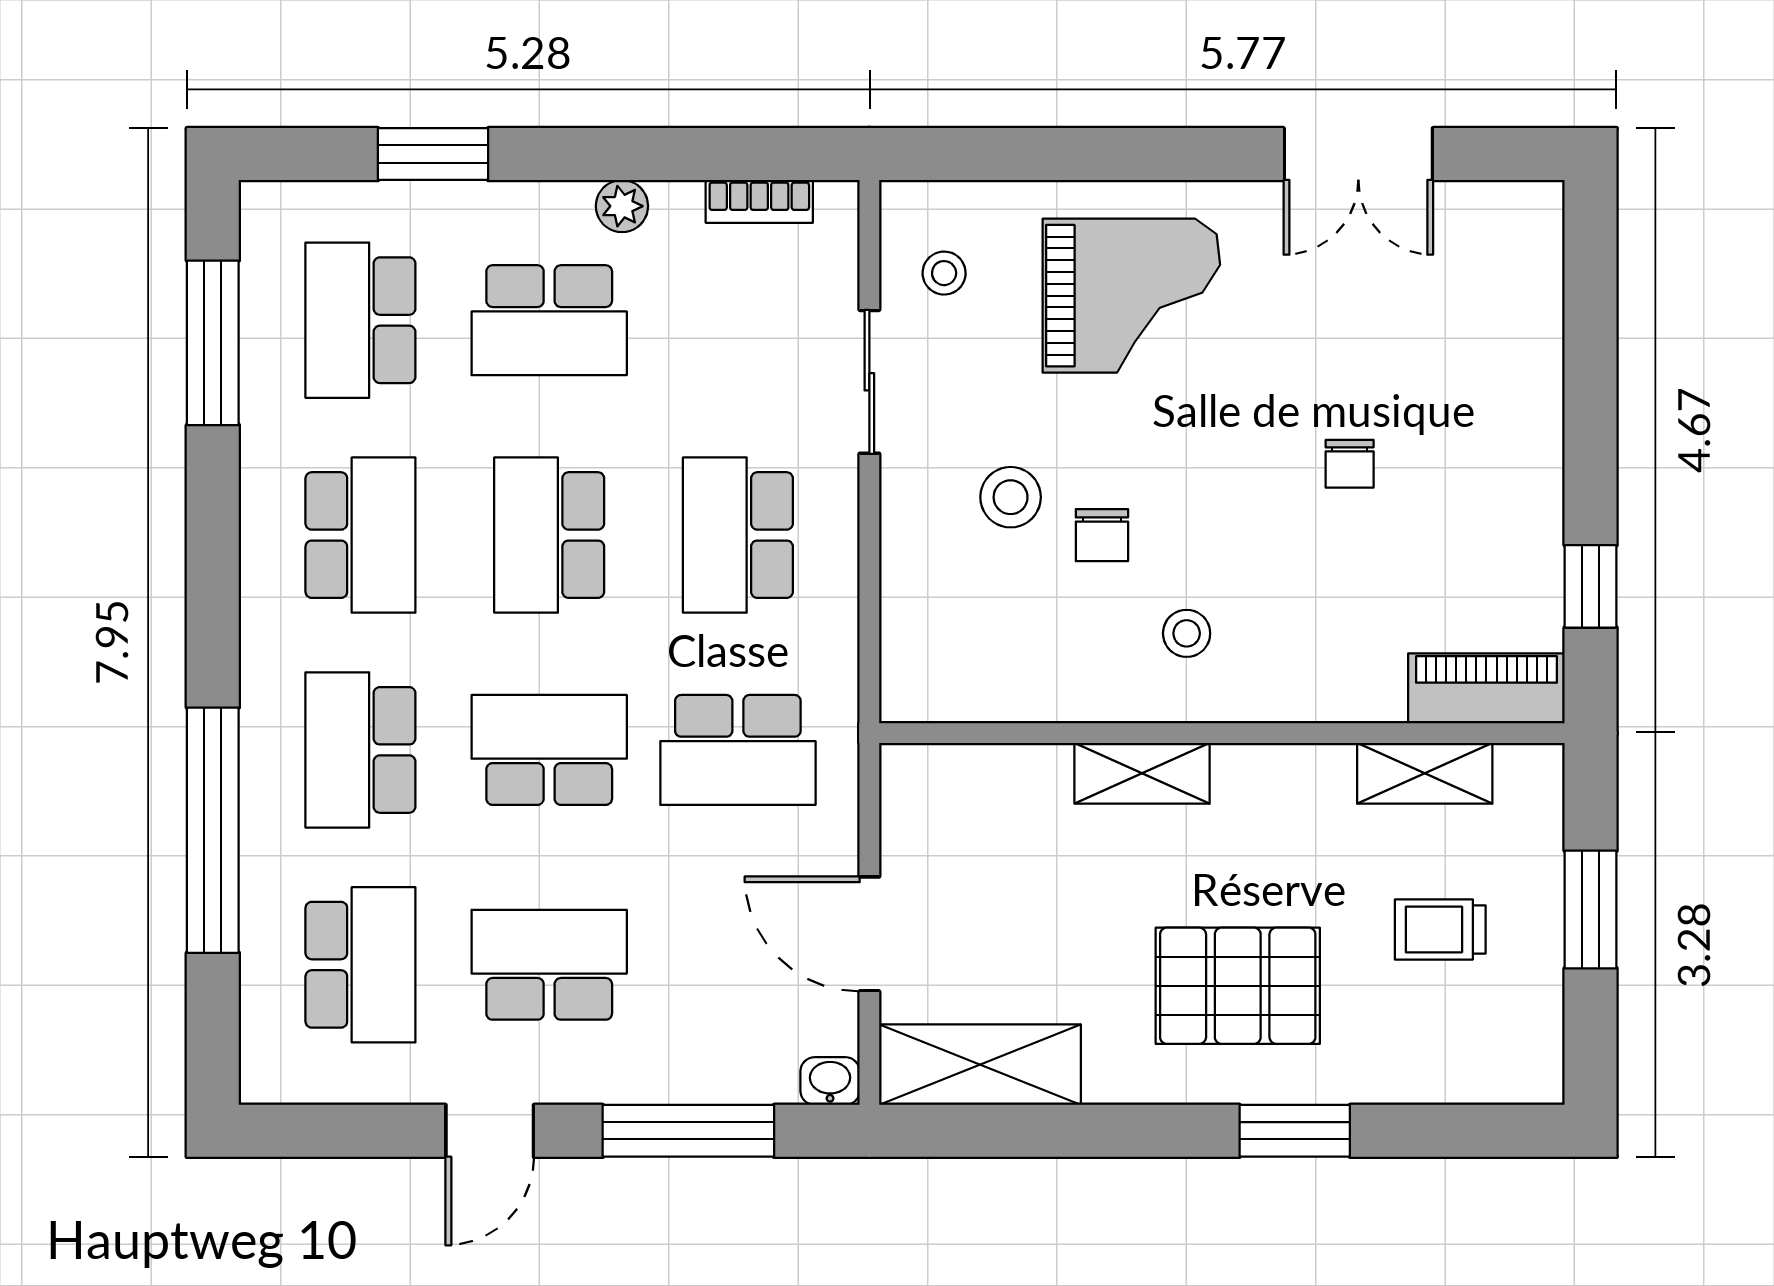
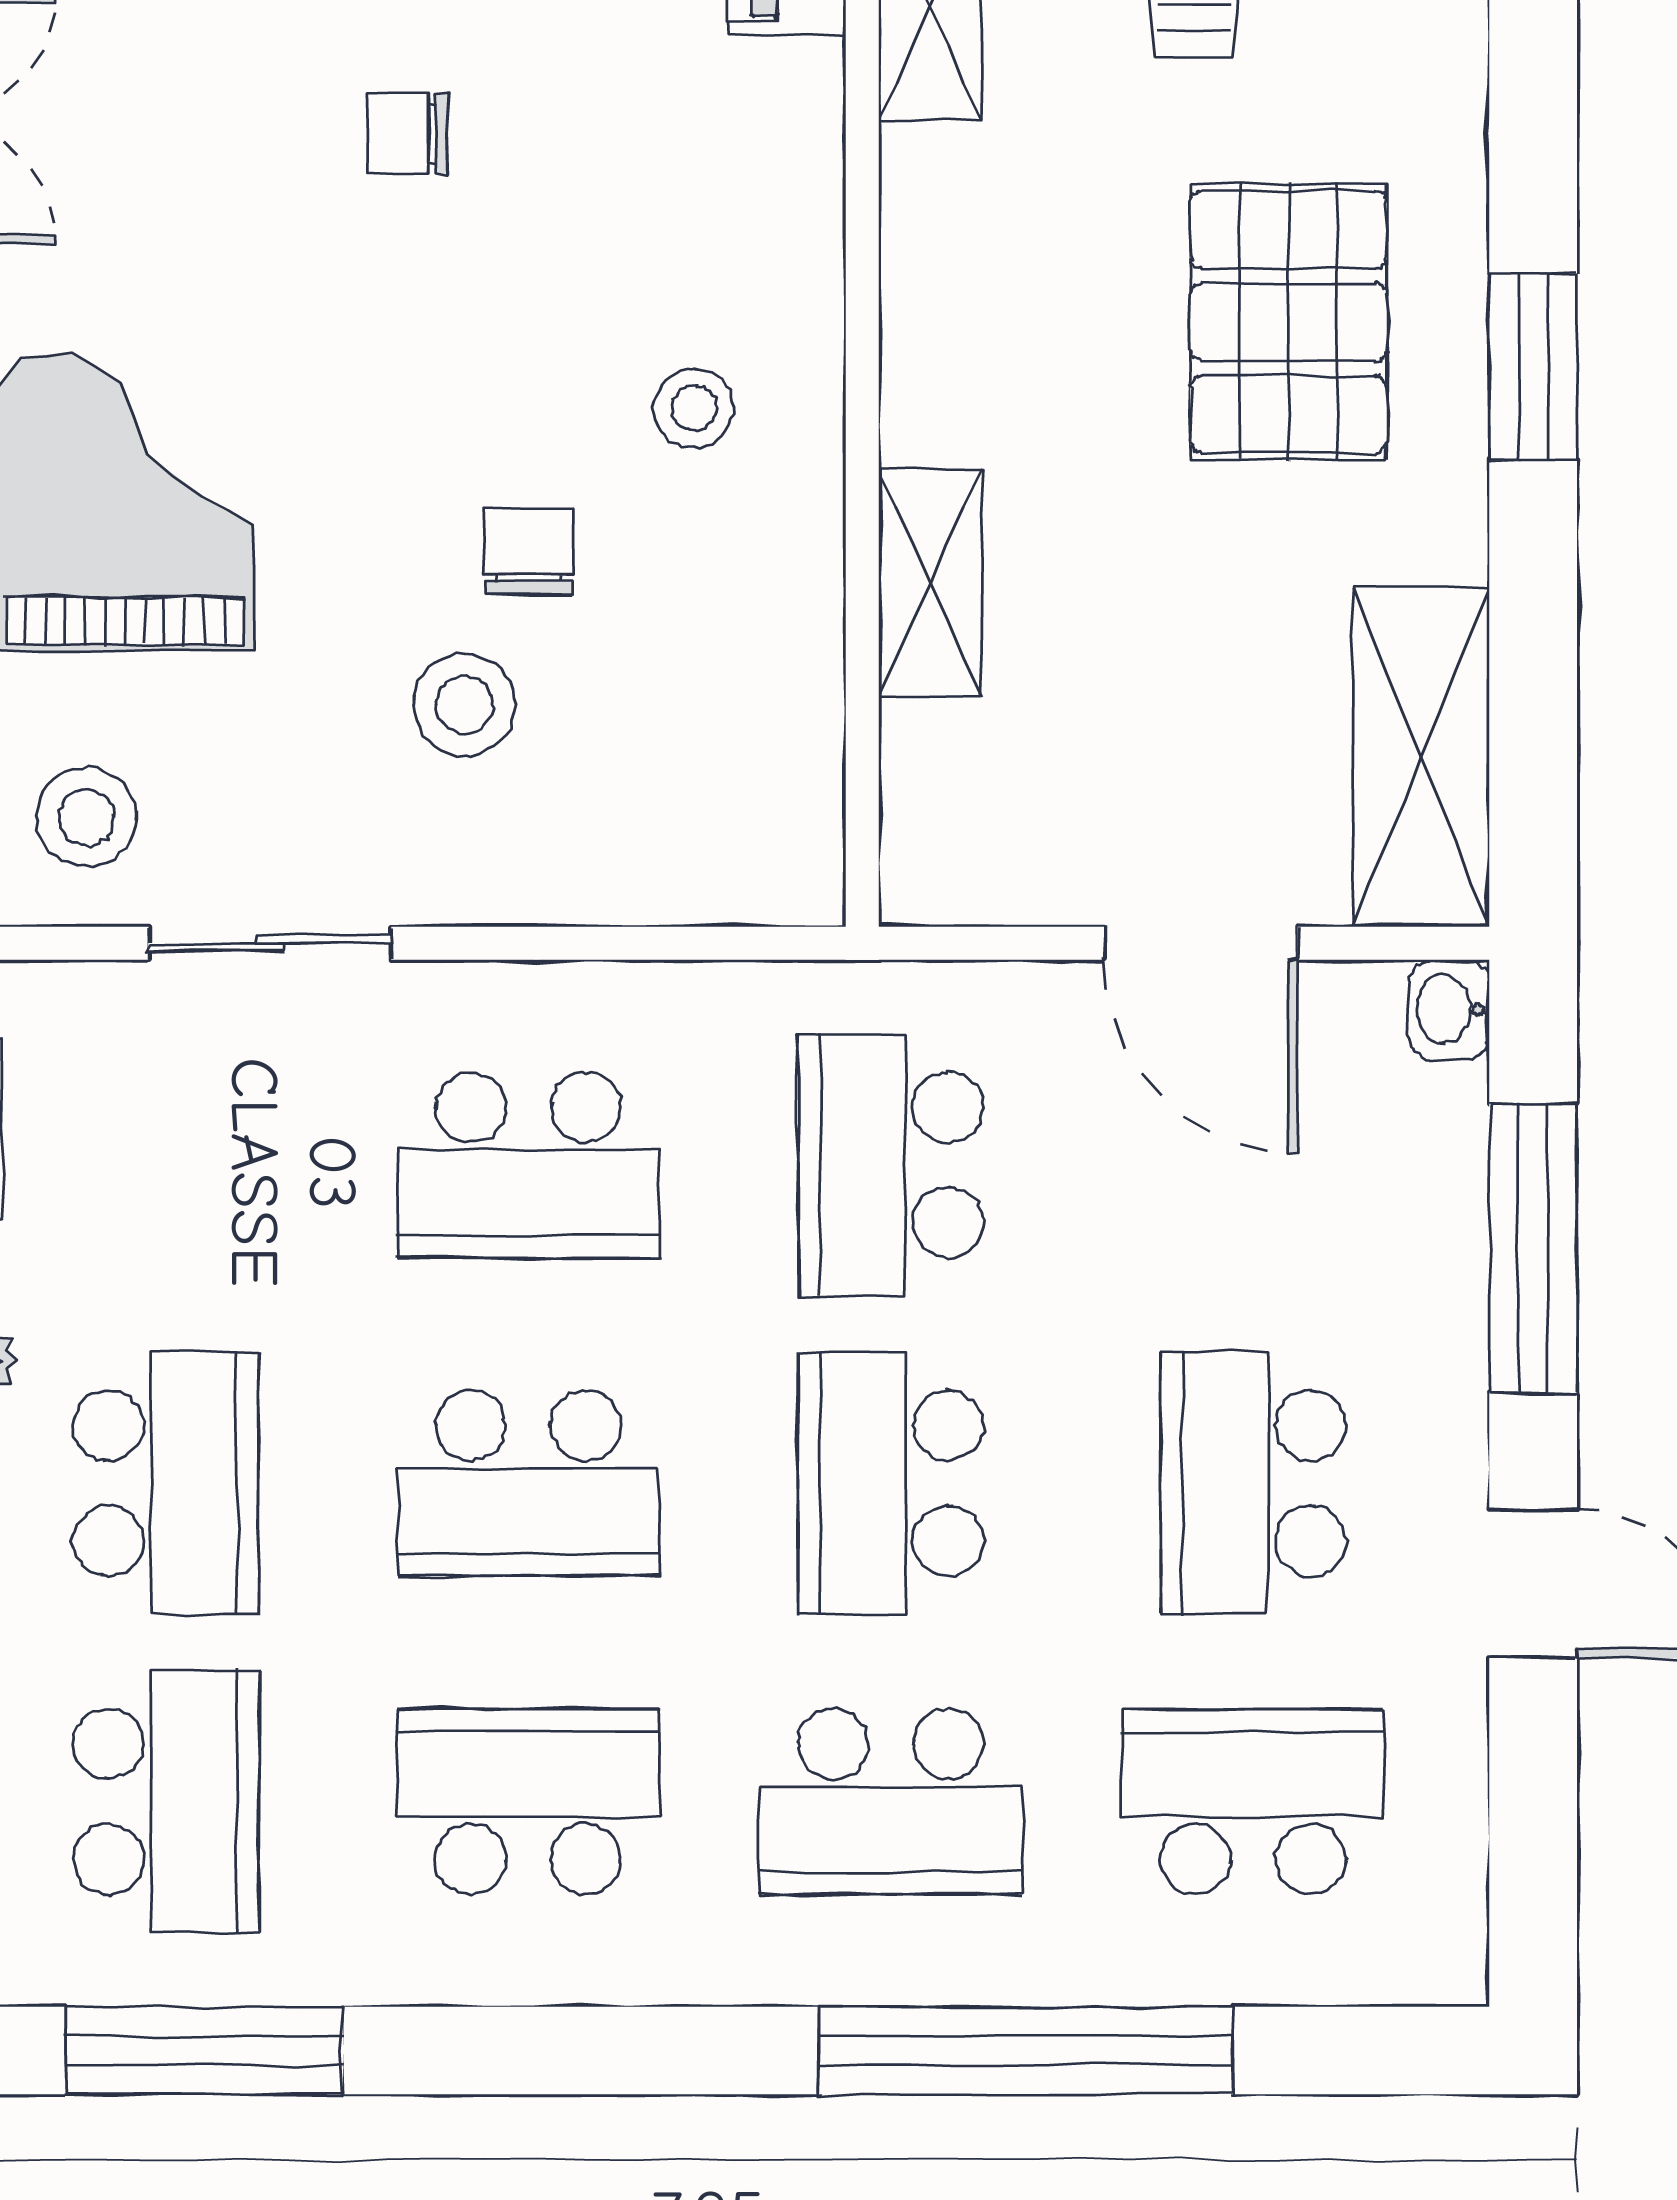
stool: (944, 273) -> (86, 817), width x1.37, depth x1.37
school desk: (360, 320) -> (166, 1802), turned -90
chair: (1350, 464) -> (408, 133), turned 180
chair: (1102, 535) -> (528, 551), turned -90
school desk: (738, 750) -> (891, 1165), turned 180
shelving: (1142, 773) -> (930, 583), moved
door: (869, 934) -> (1201, 943), hinge flipped
window: (1295, 1131) -> (1533, 367), moved

